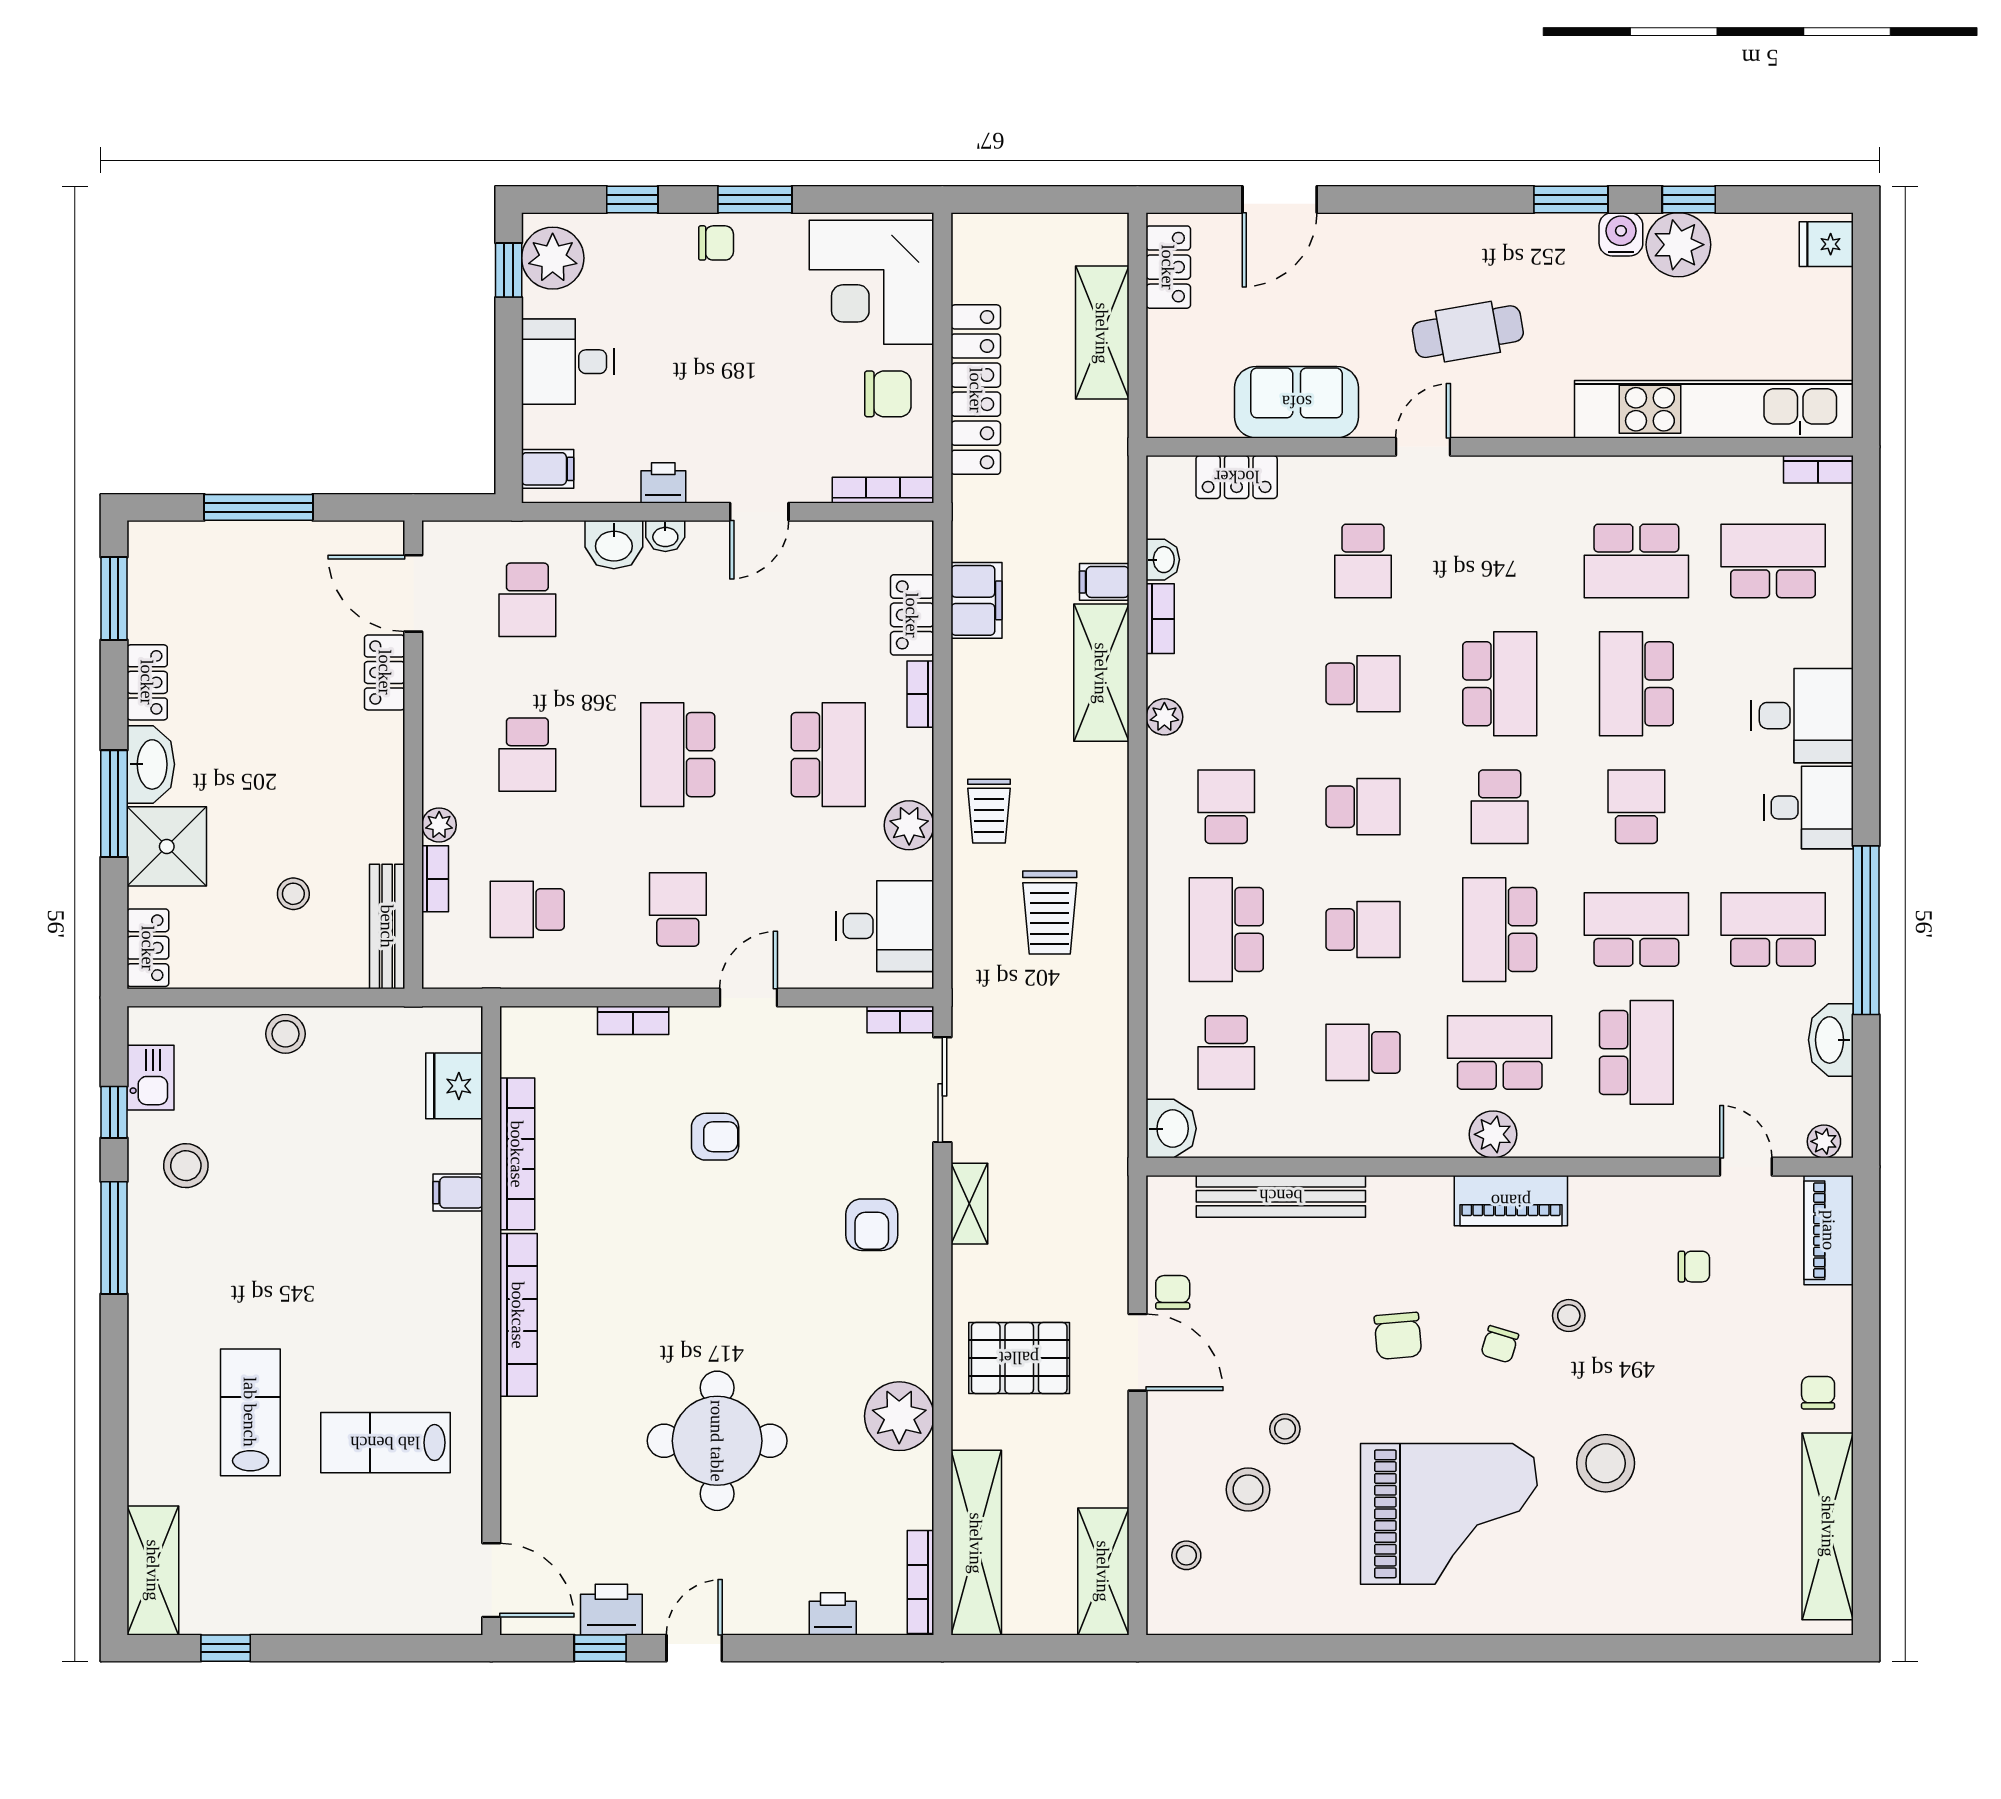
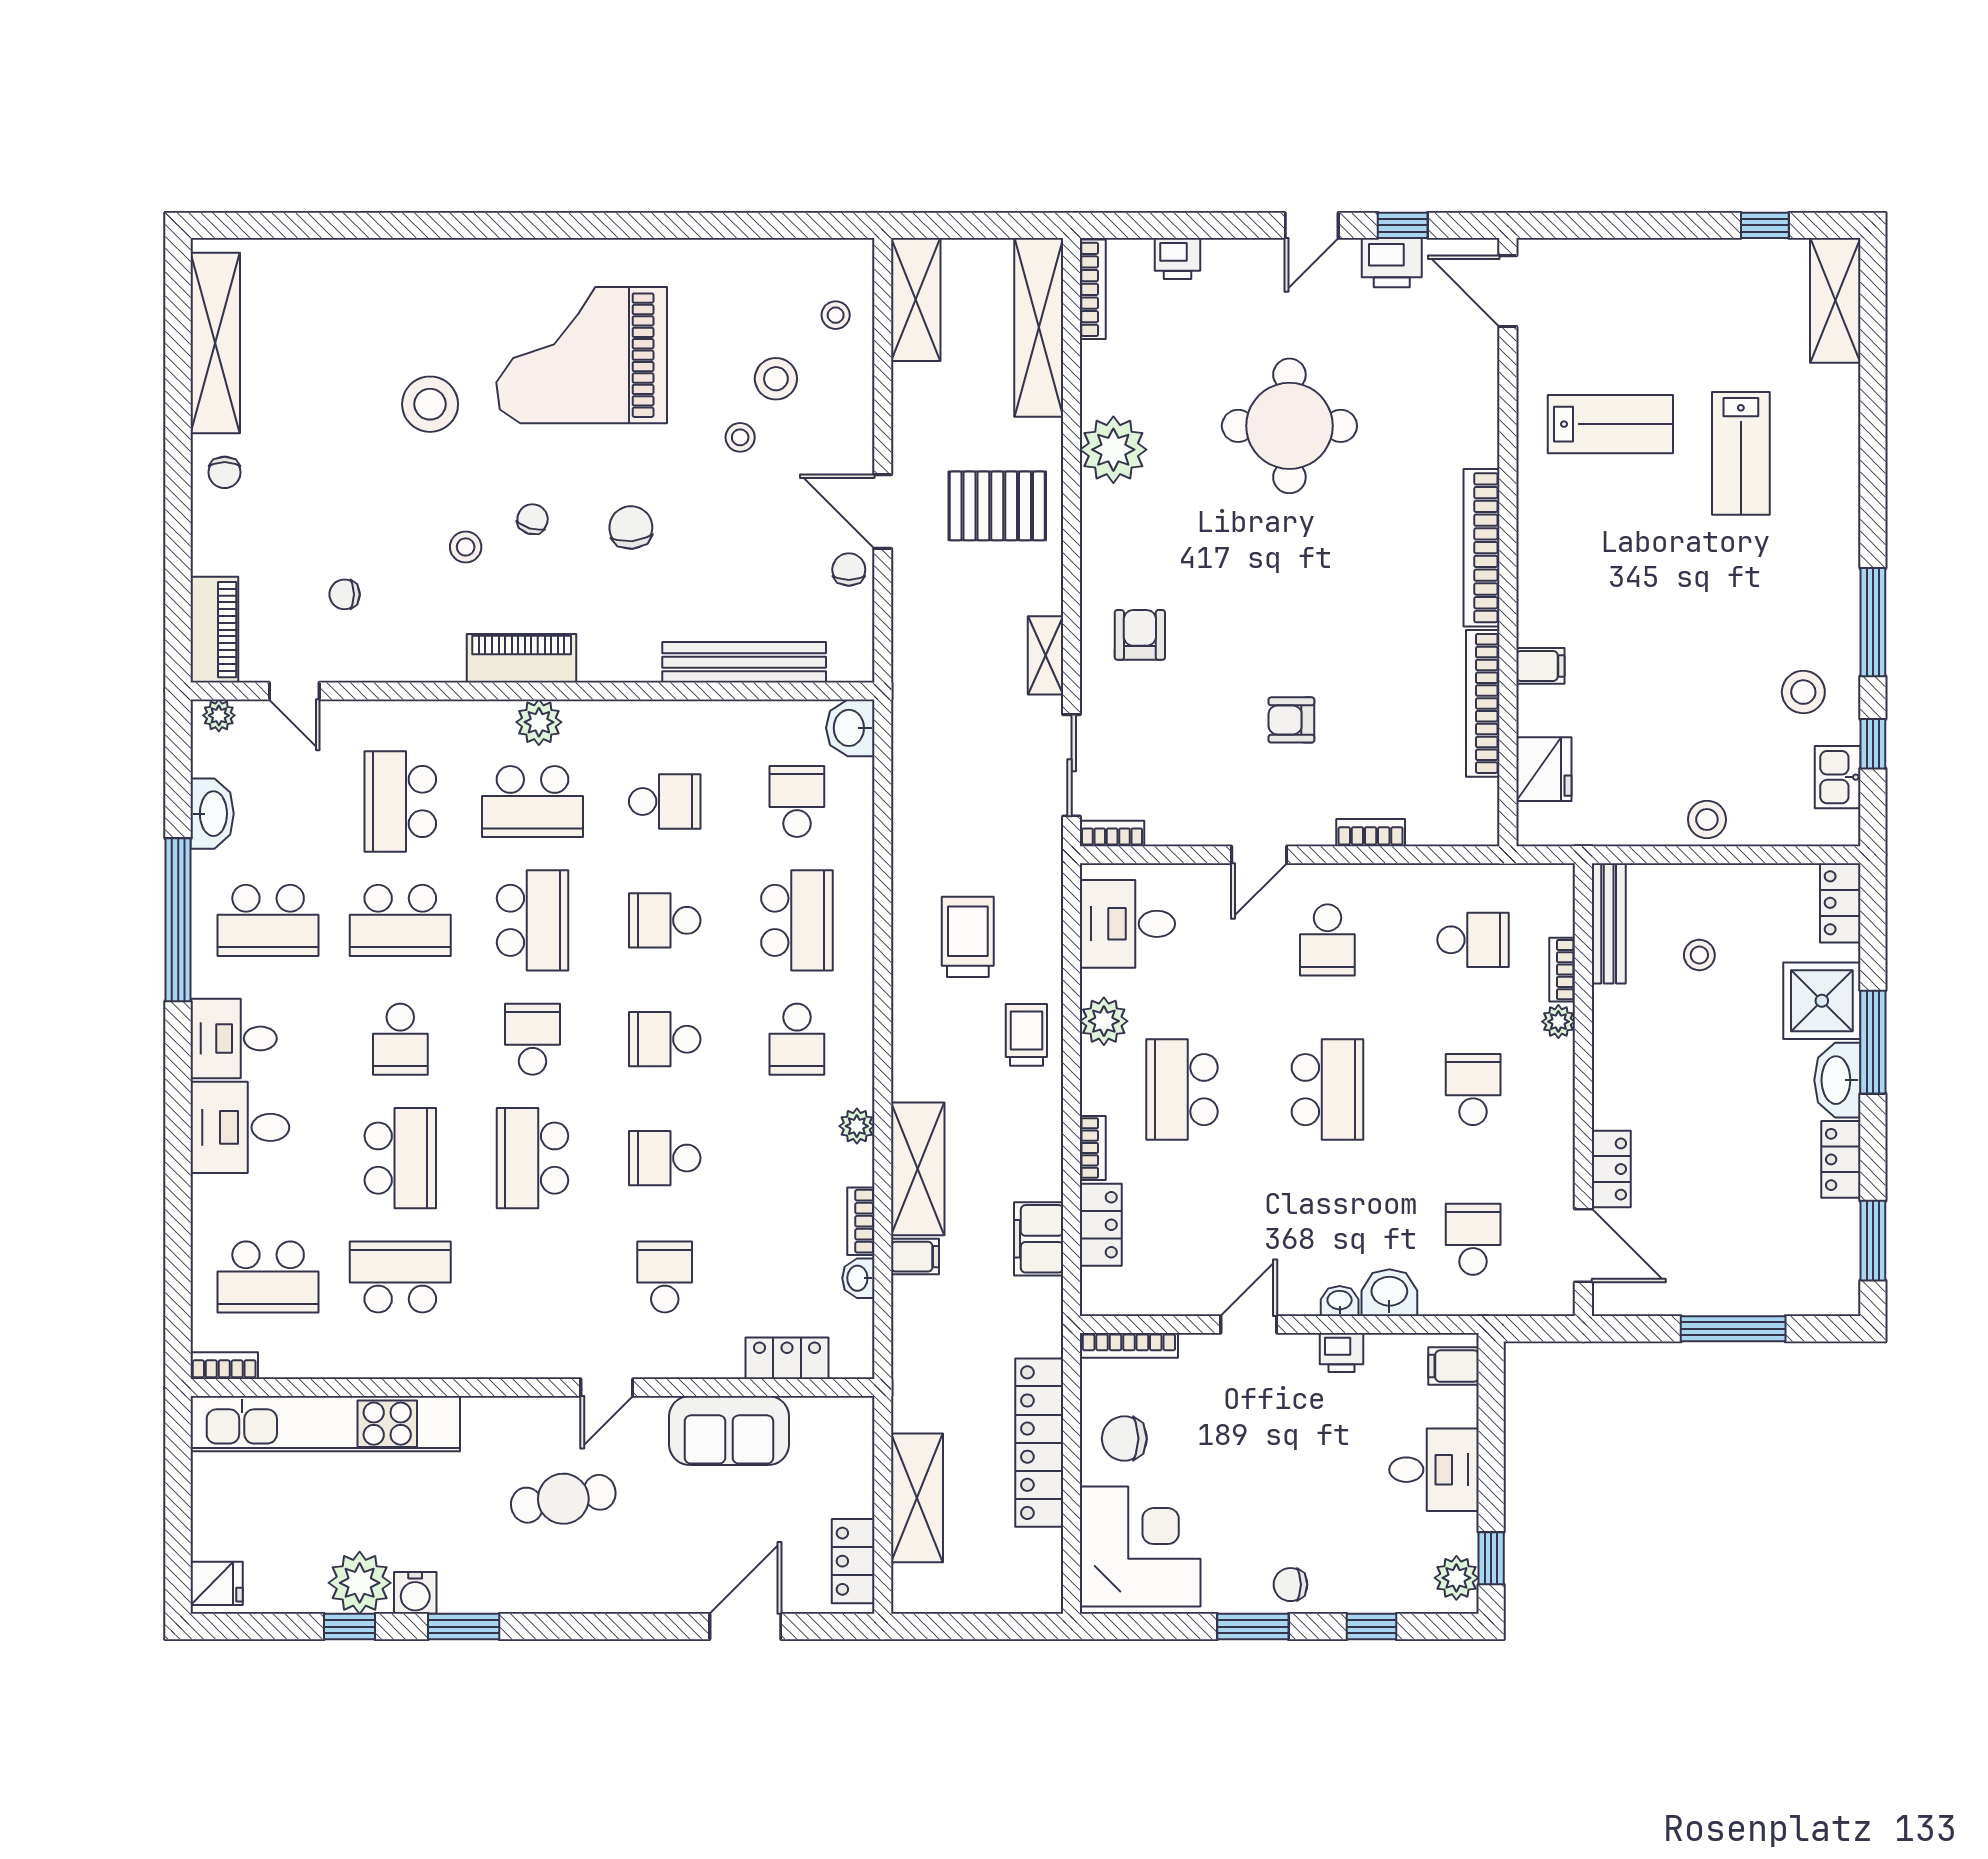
plant: (553, 258) -> (1456, 1578), width x0.73, depth x0.73
chair: (1173, 1292) -> (849, 569), turned 180

